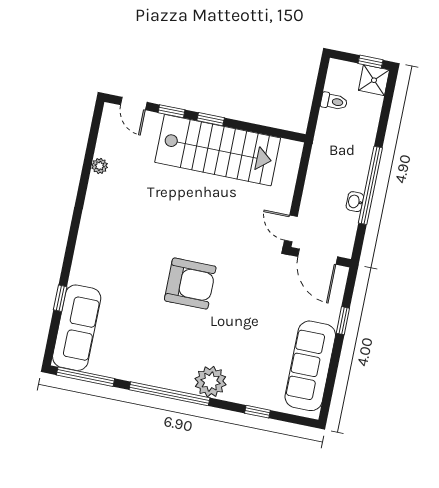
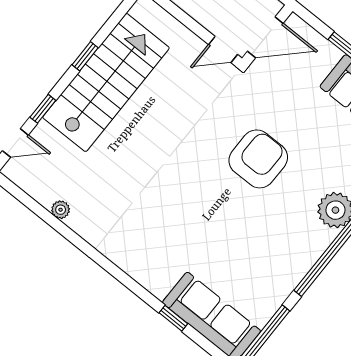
window: (211, 119) -> (85, 56), moved
armchair: (190, 284) -> (258, 159), moved

